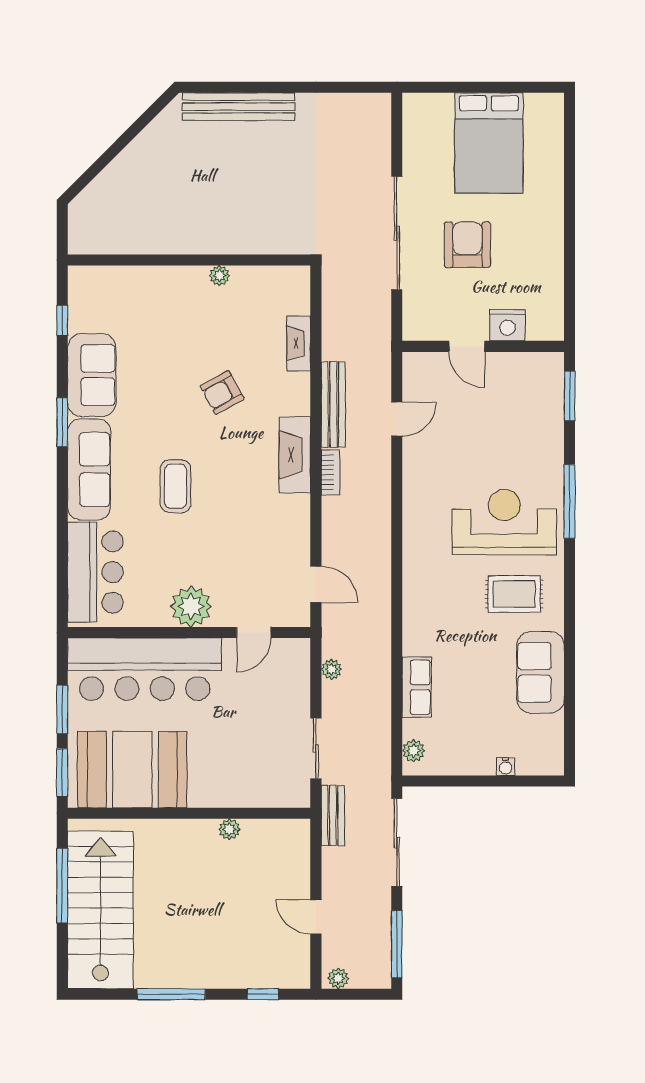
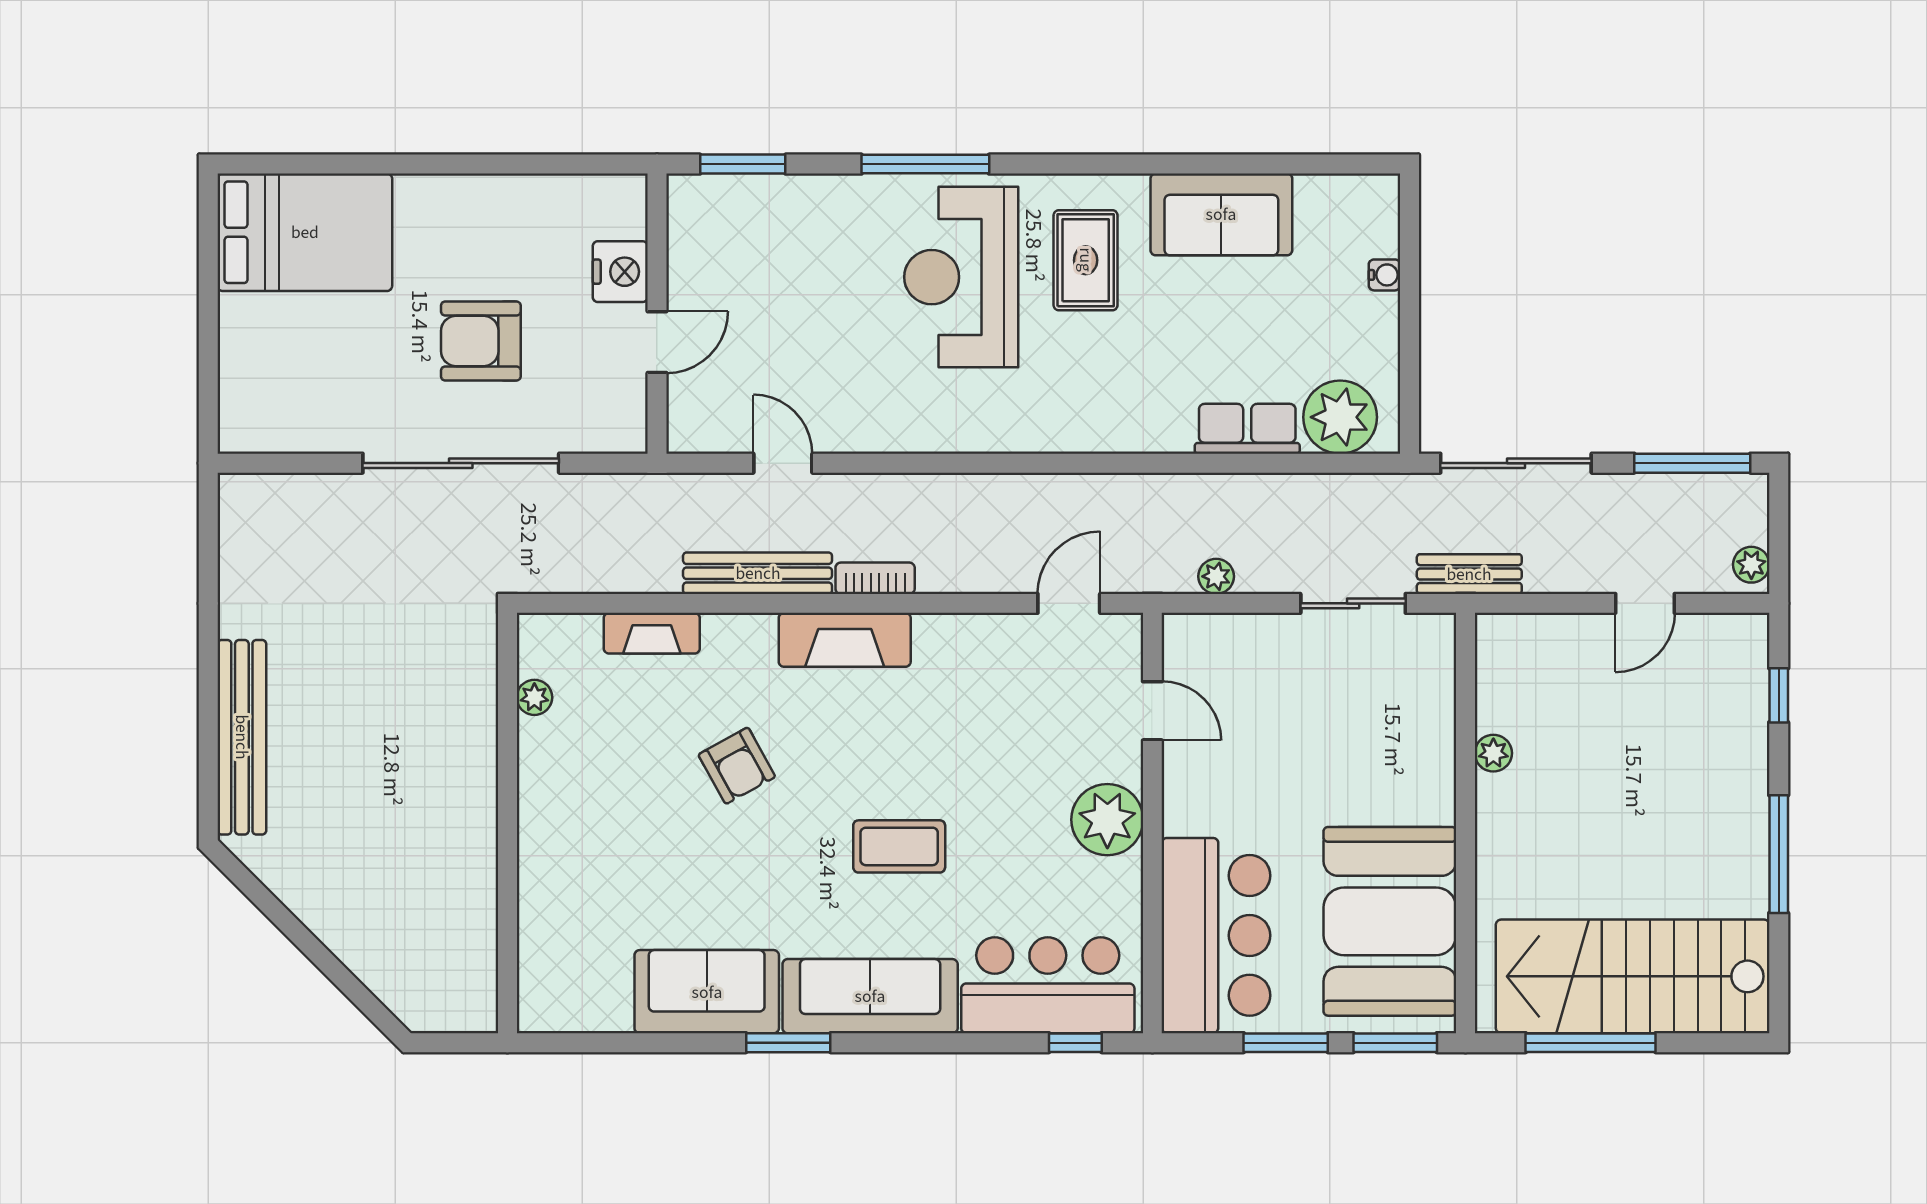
bed: (489, 143) -> (305, 232), moved
plant: (219, 276) -> (534, 697), moved
window: (62, 321) -> (1075, 1043), moved
bar counter: (145, 669) -> (1216, 935), width x0.73
plant: (414, 751) -> (1340, 417), width x1.87, depth x1.87

